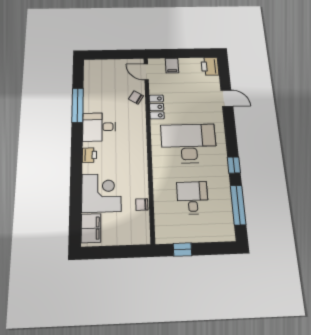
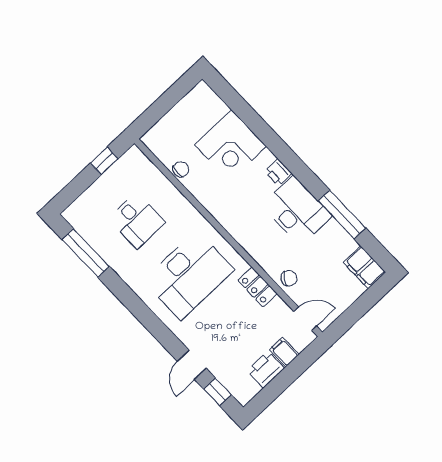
printer: (210, 66) -> (266, 369), moved, turned -90
door: (227, 98) -> (192, 365), hinge flipped
desk: (99, 127) -> (297, 211), width x1.37
window: (234, 165) -> (218, 392), moved
filing cabinet: (91, 228) -> (364, 267), moved

